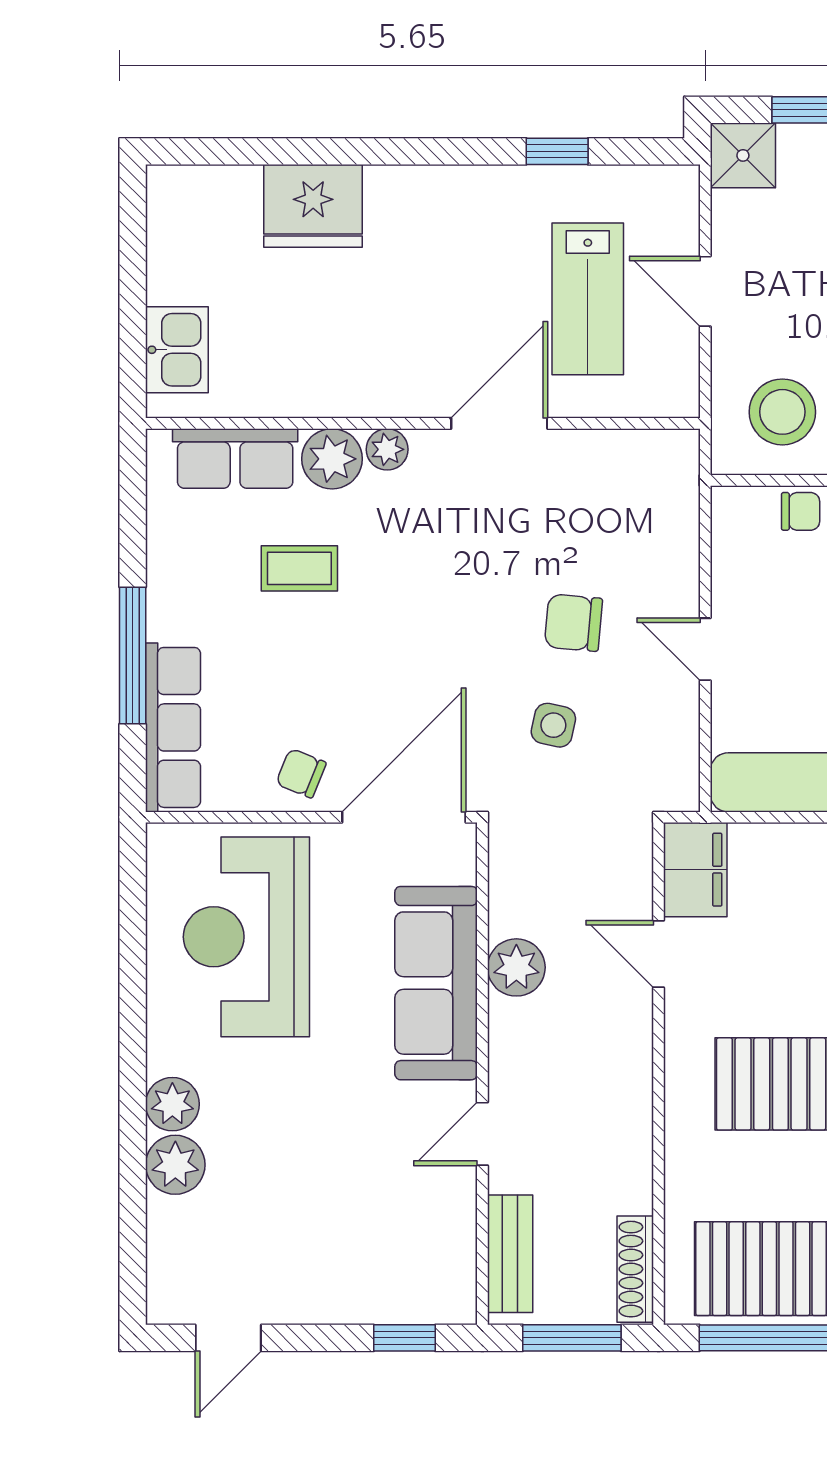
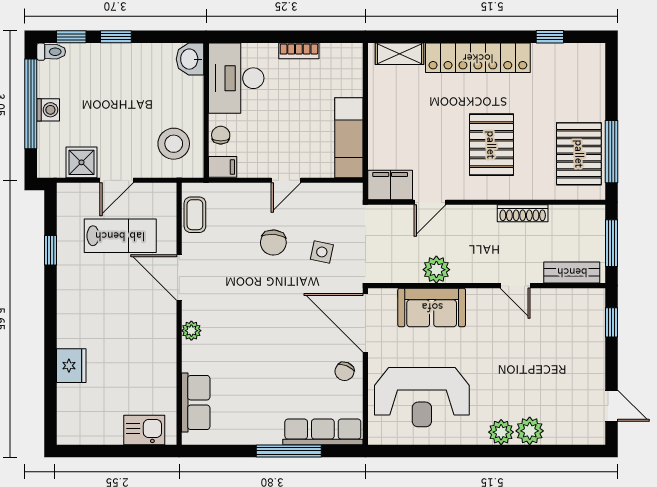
shower: (743, 155) -> (81, 162), moved
fridge: (313, 206) -> (71, 366), width x0.73, depth x0.75
plant: (332, 459) -> (196, 357), removed
filing cabinet: (733, 515) -> (223, 167), added
coffee table: (299, 568) -> (195, 215), moved
sofa: (436, 983) -> (432, 307), width x0.73
shoe rack: (635, 1269) -> (523, 213), moved

